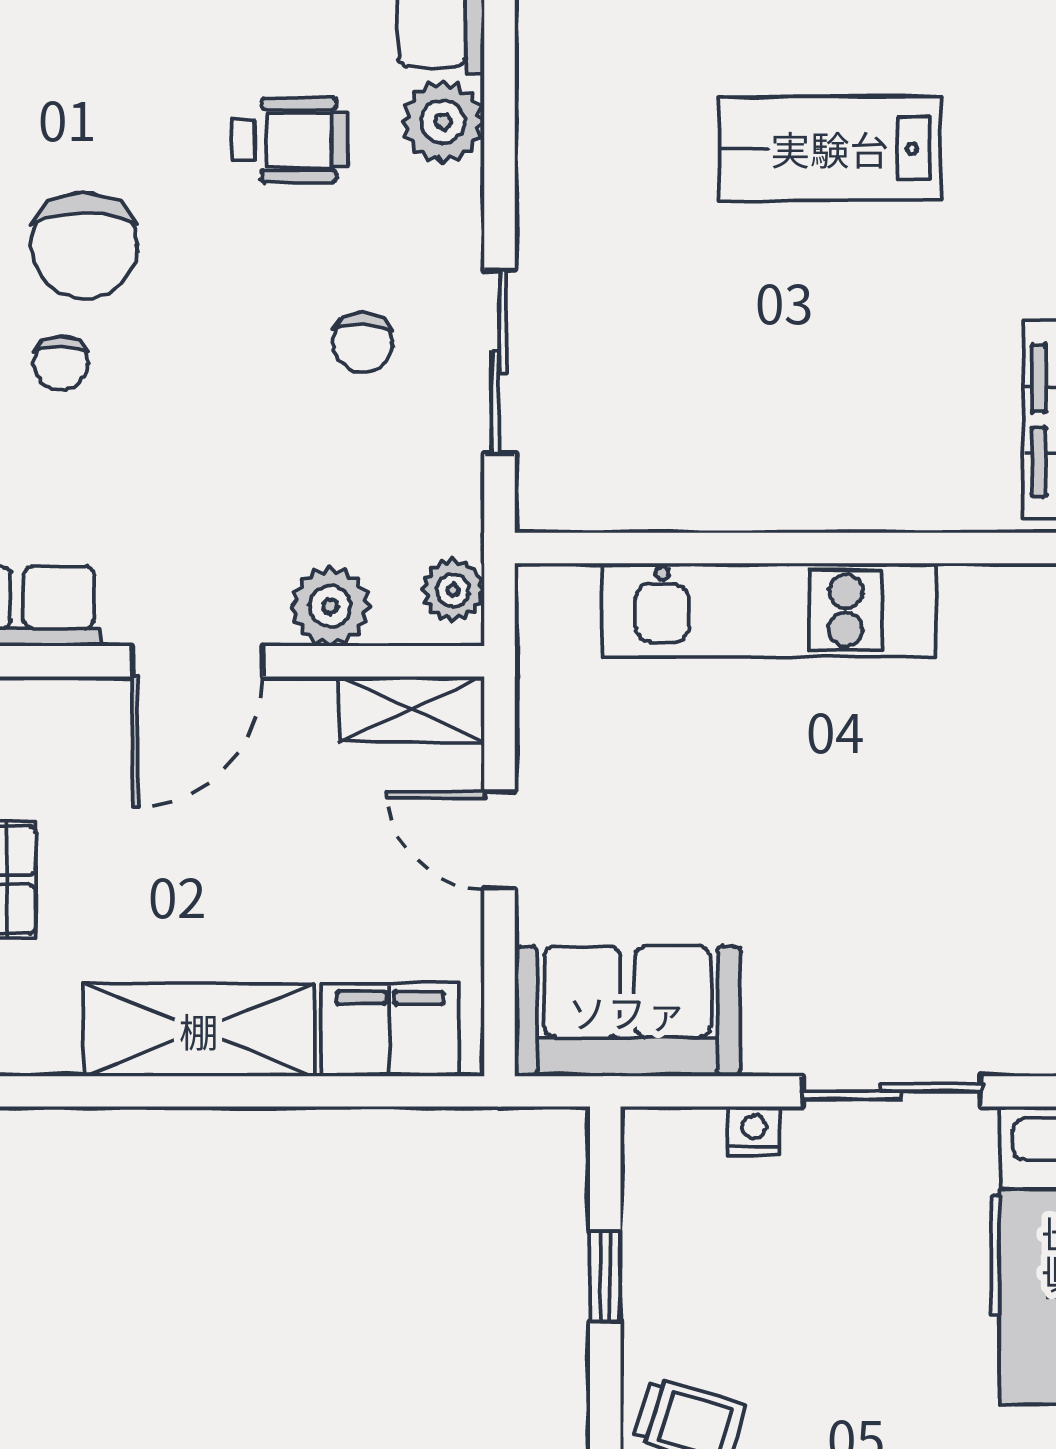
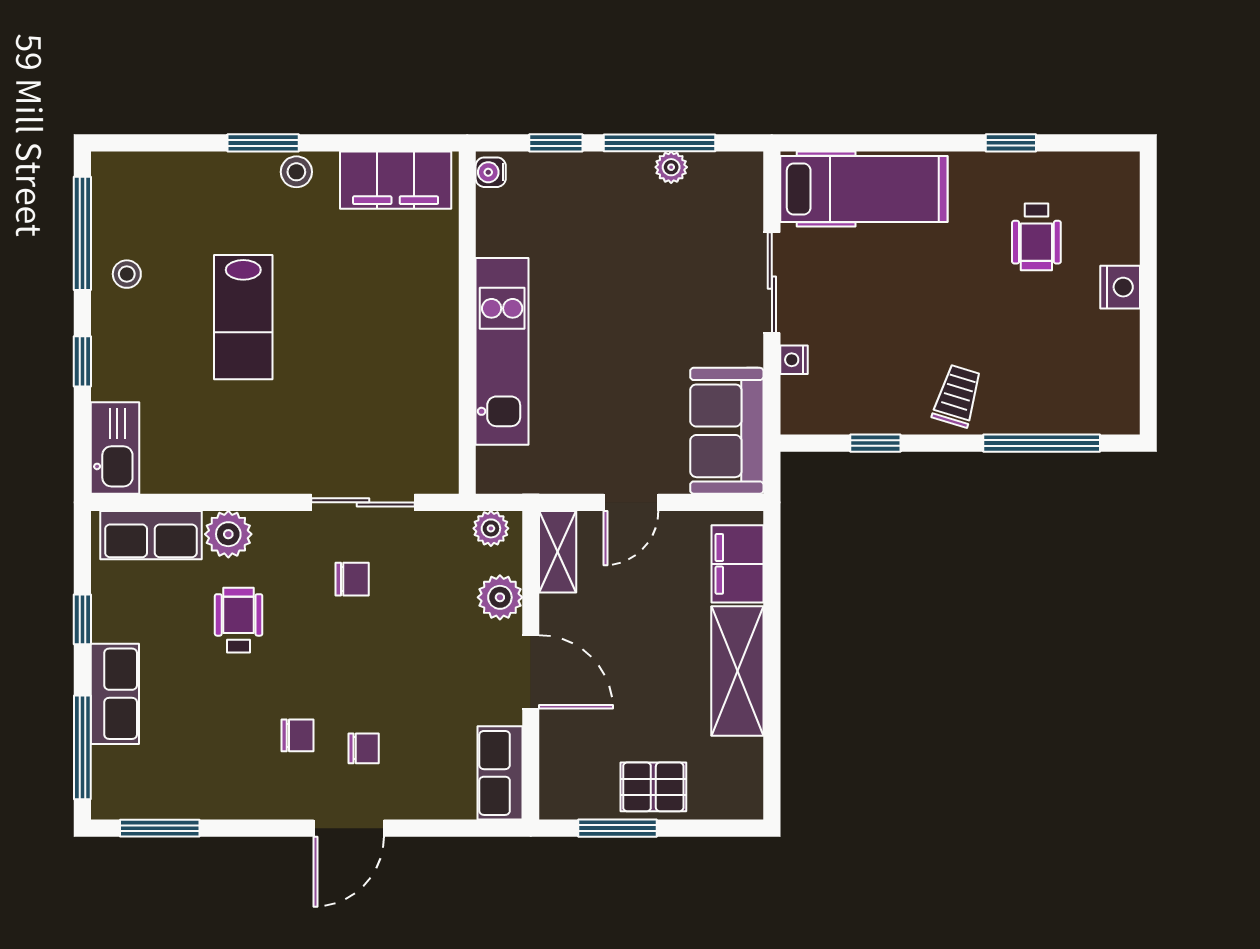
chair: (84, 245) -> (298, 735), width x0.54, depth x0.54

